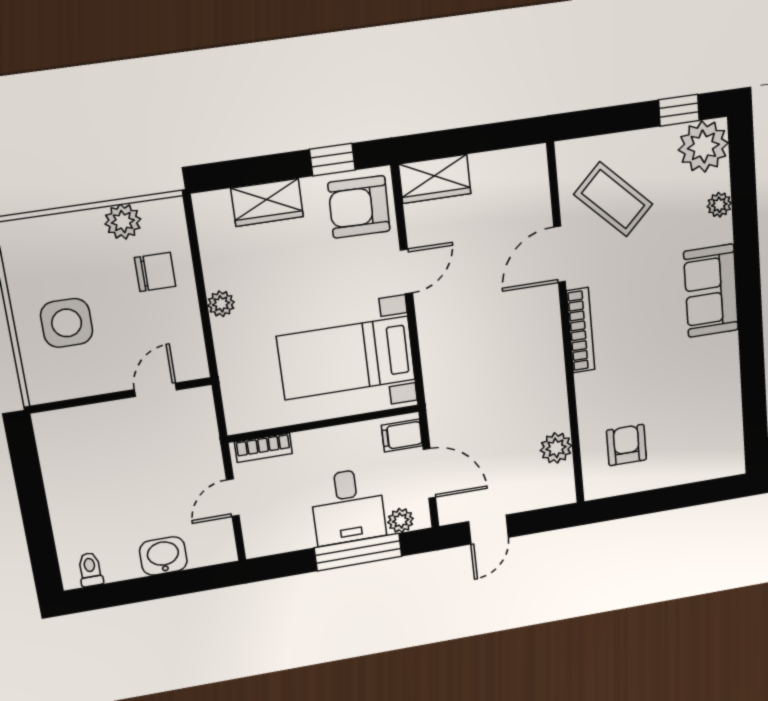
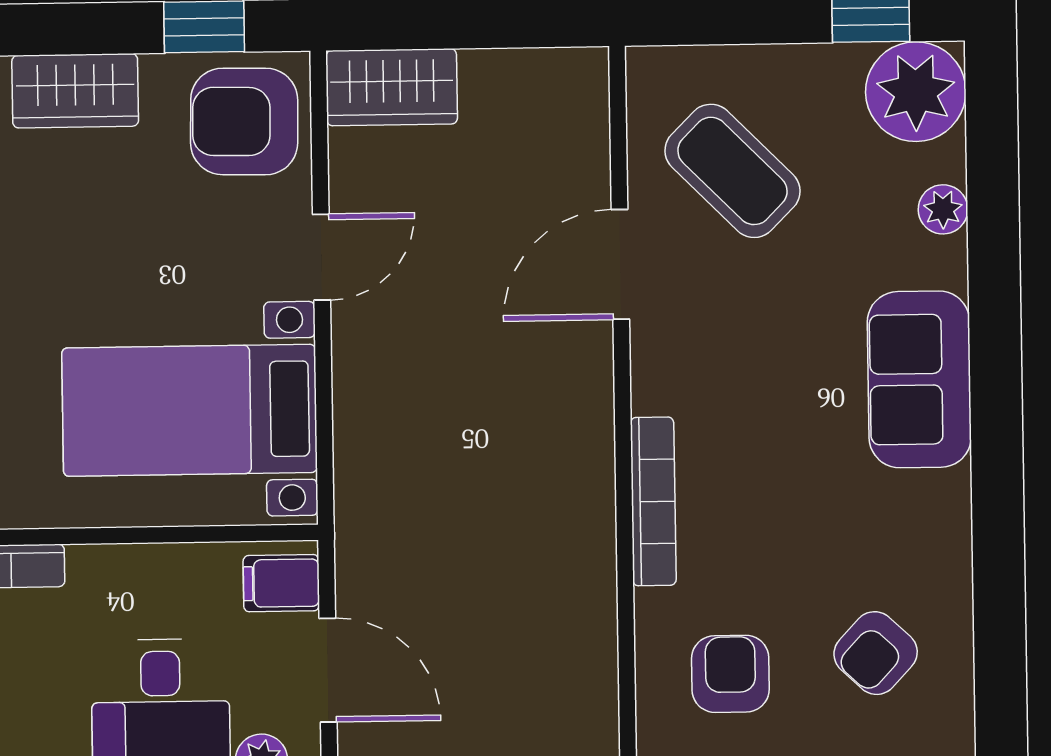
bookcase: (581, 330) -> (653, 501), moved
armchair: (696, 425) -> (876, 653), added
plant: (556, 448) -> (586, 657), removed

